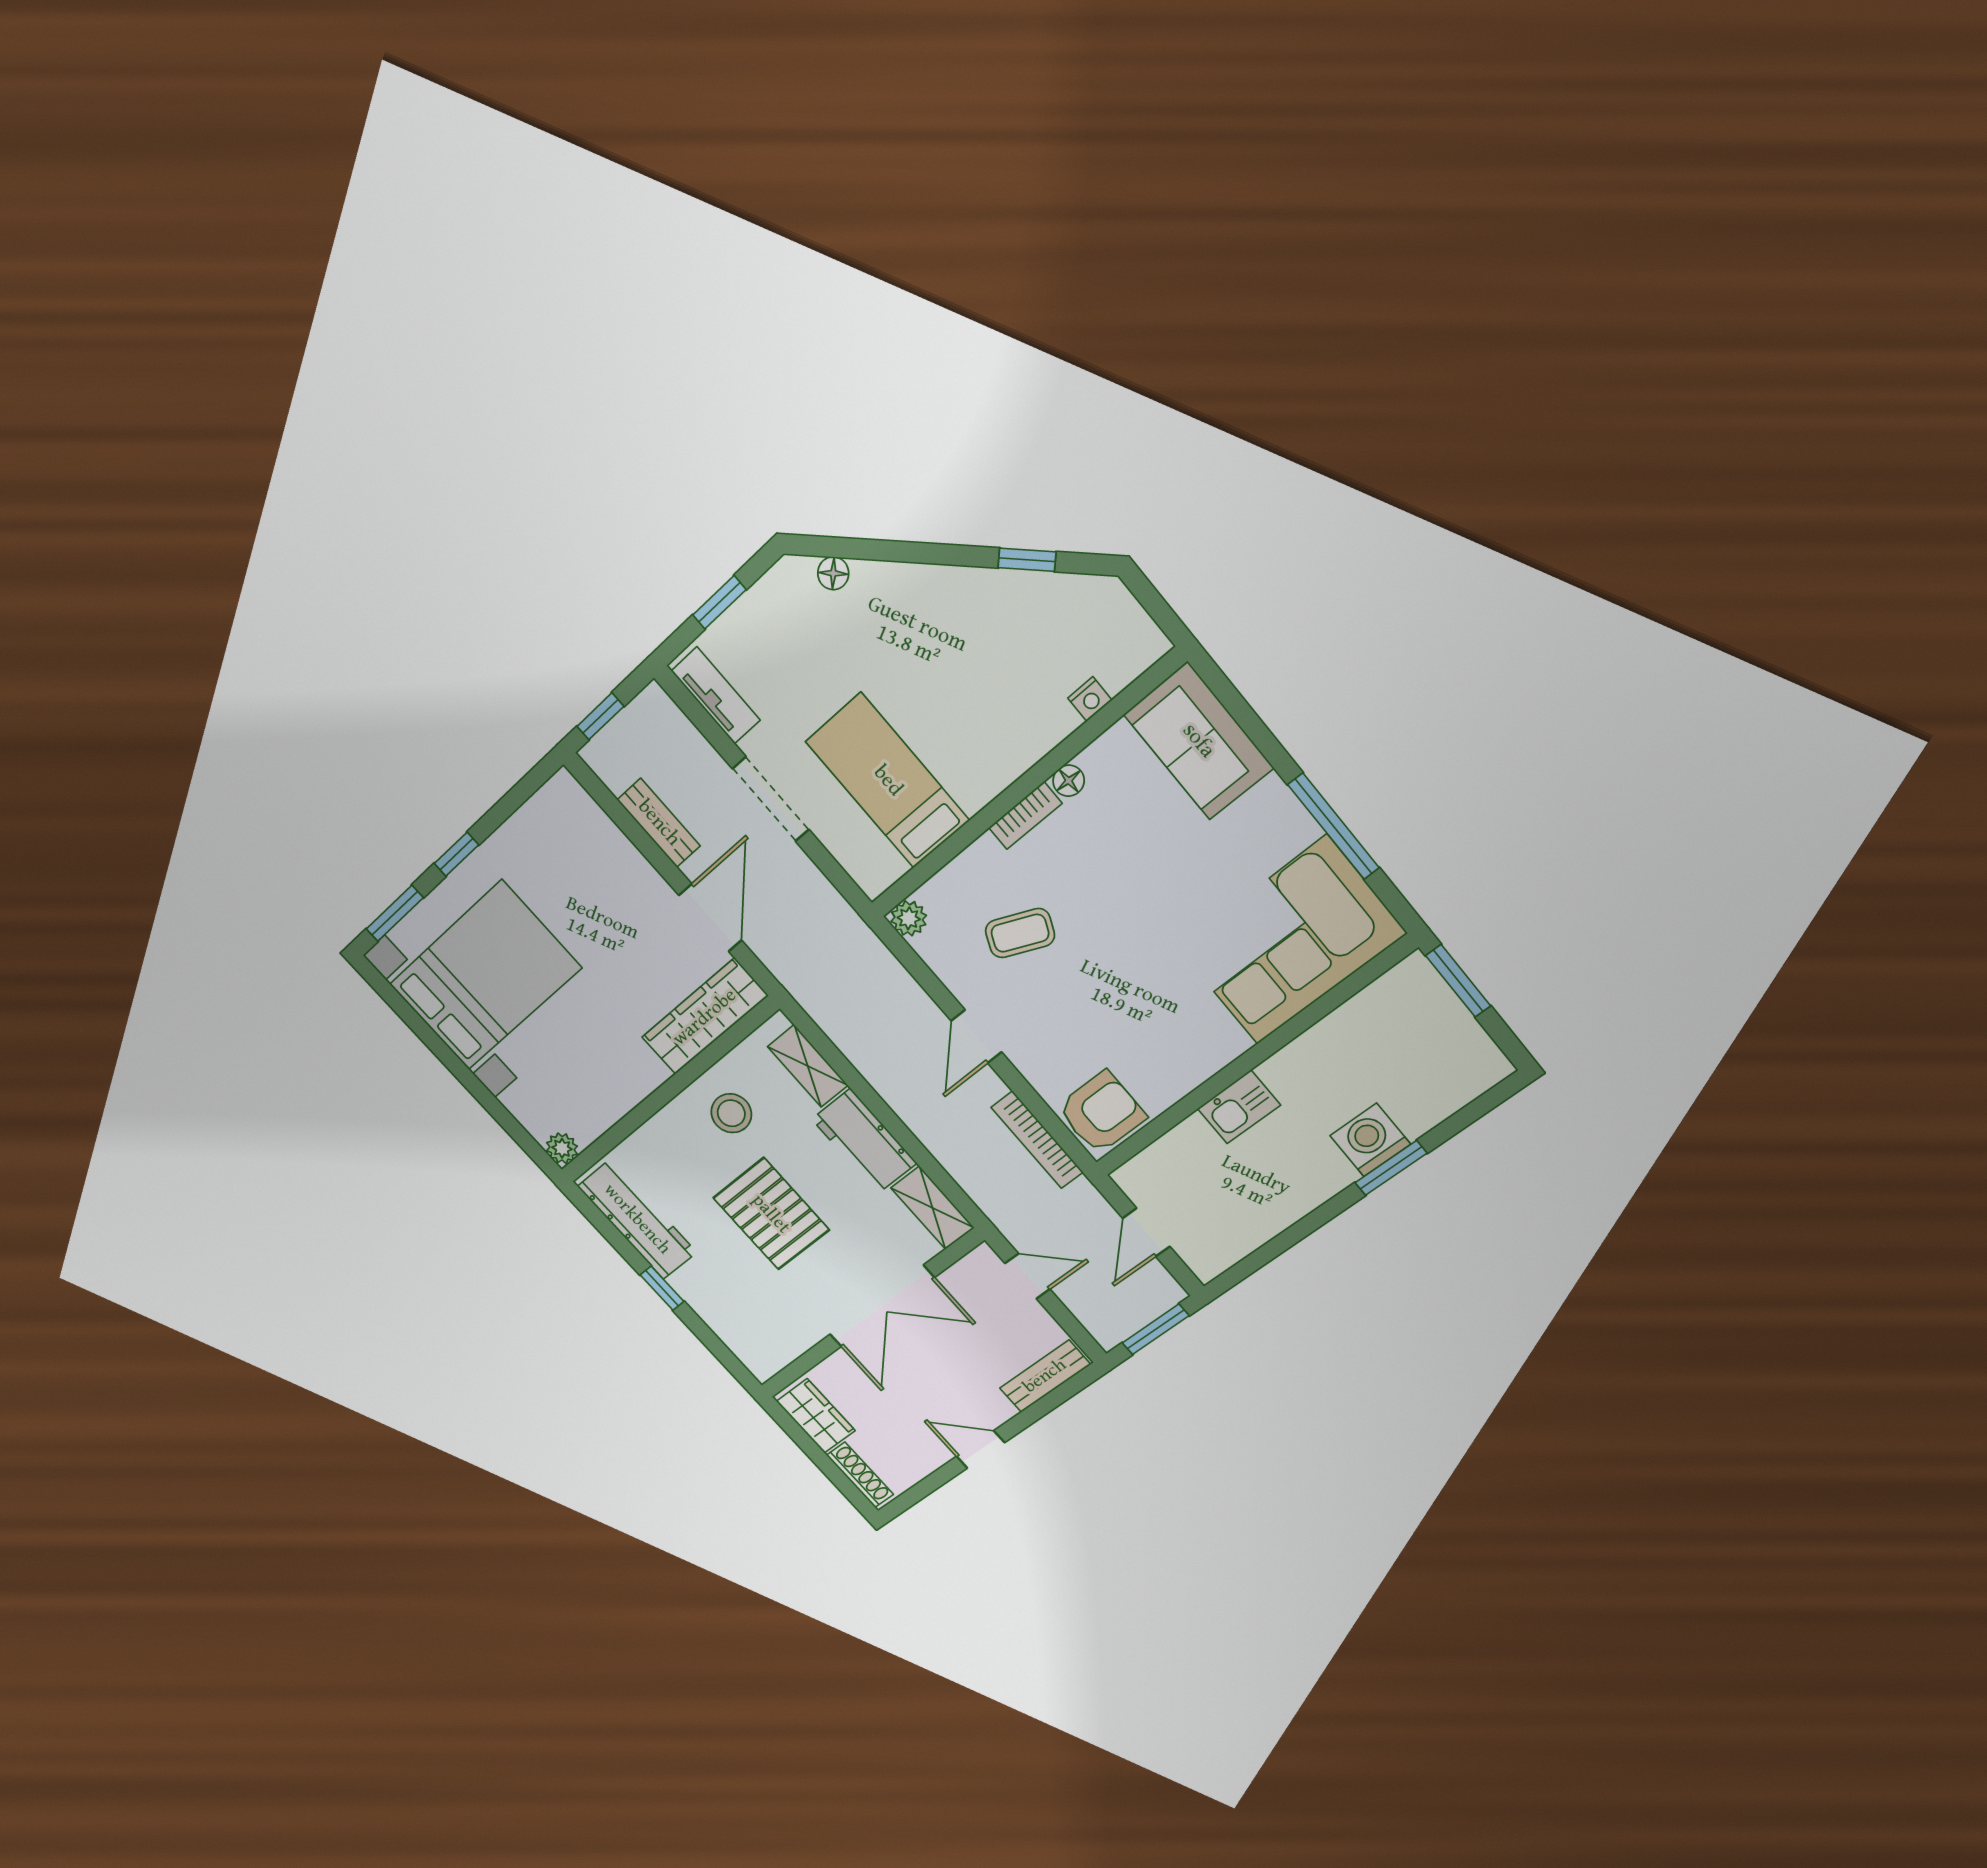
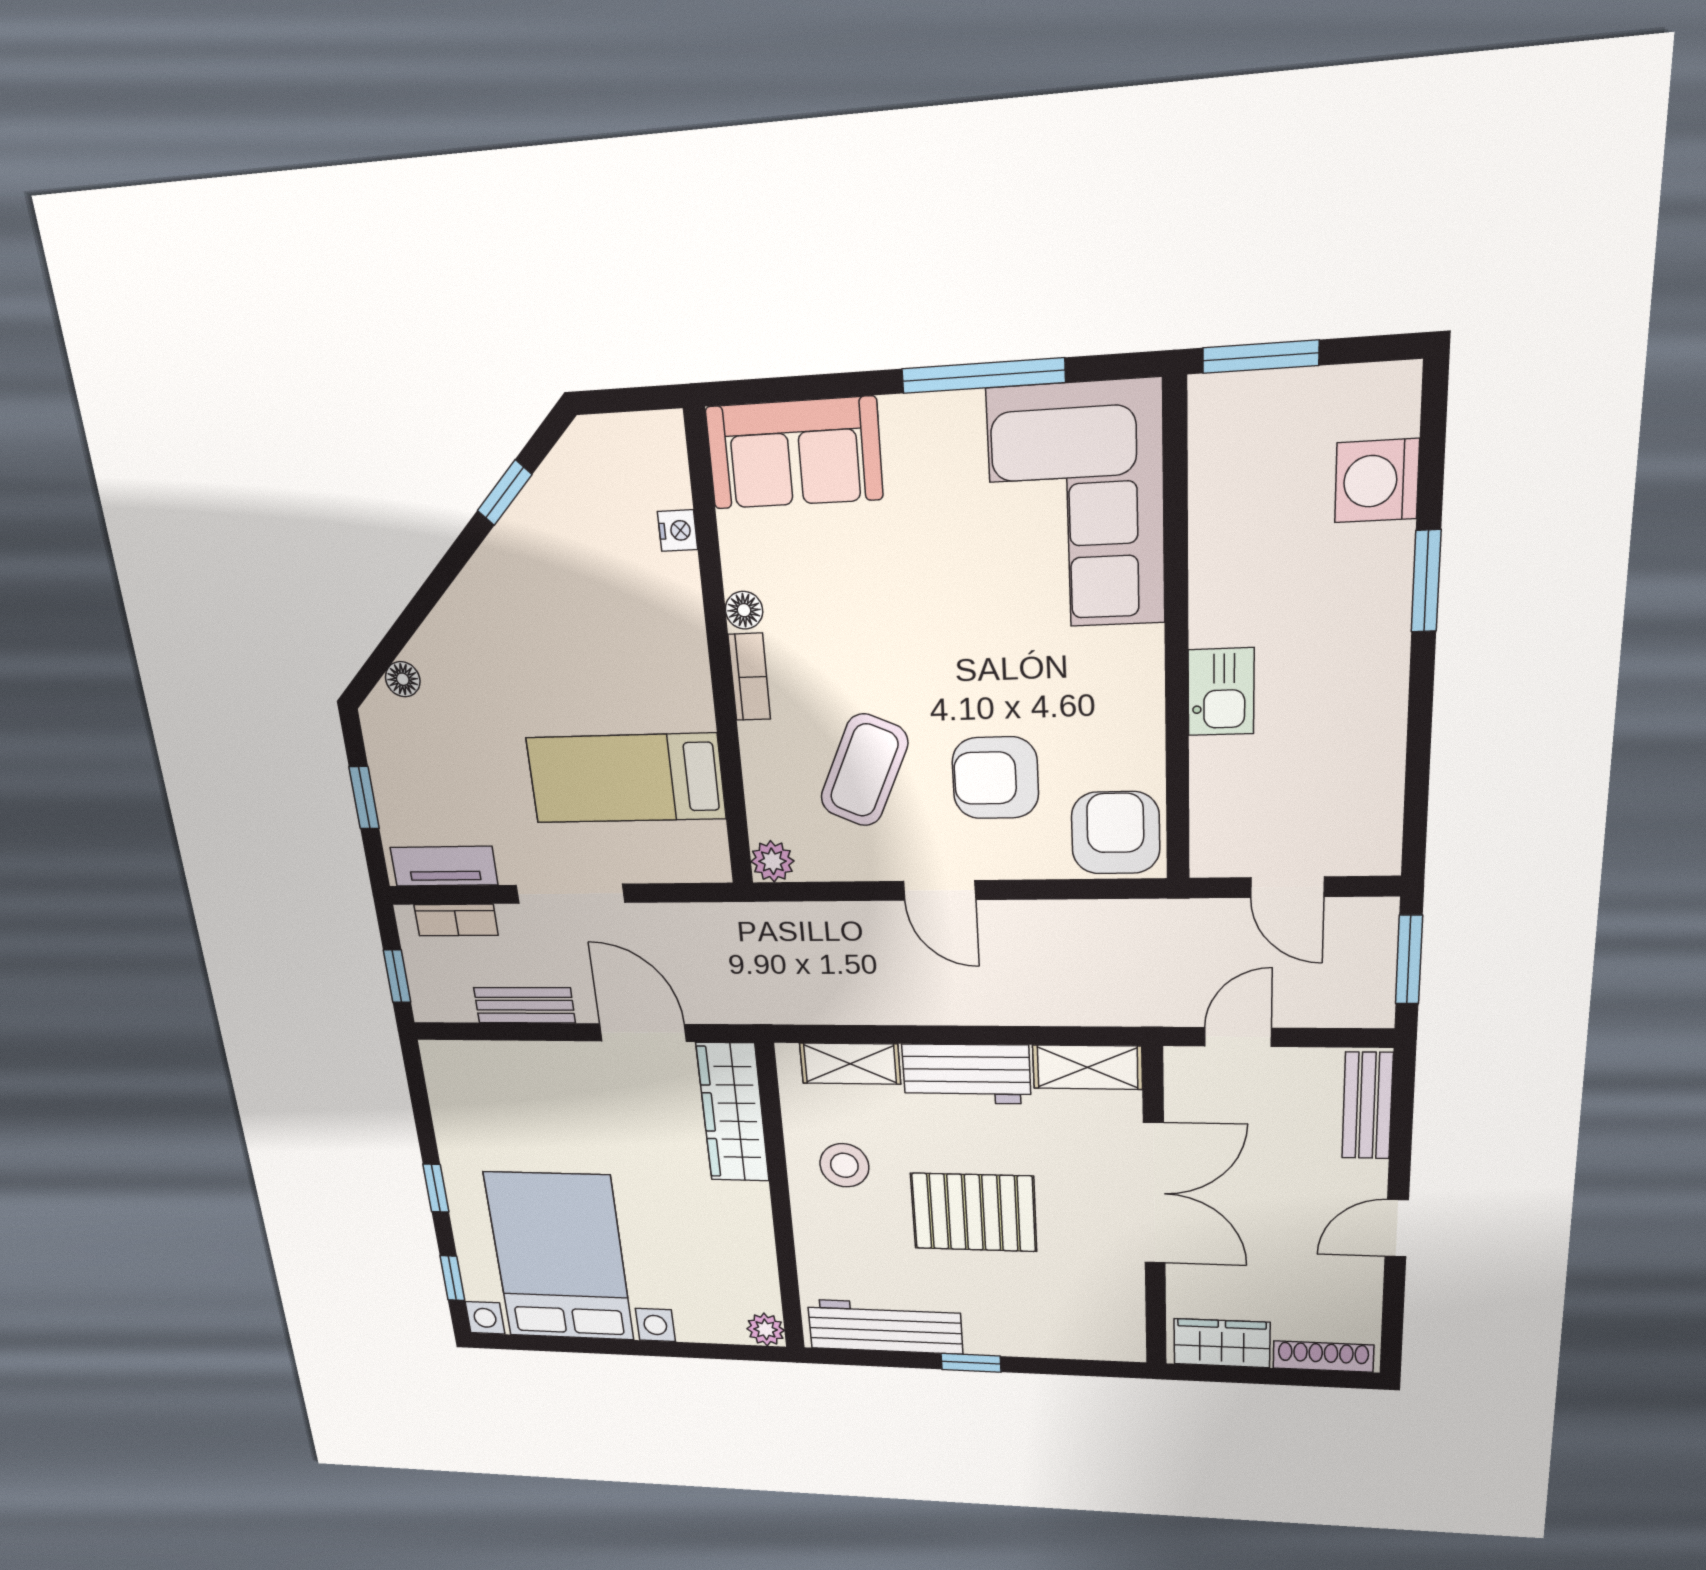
window: (395, 913) -> (452, 1278), width x0.67
coffee table: (1020, 933) -> (864, 770), width x1.36, depth x1.30
armchair: (1080, 1017) -> (995, 778), added
bookcase: (1037, 1140) -> (456, 920), moved, width x0.64
washing machine: (1370, 1140) -> (1377, 481), moved

